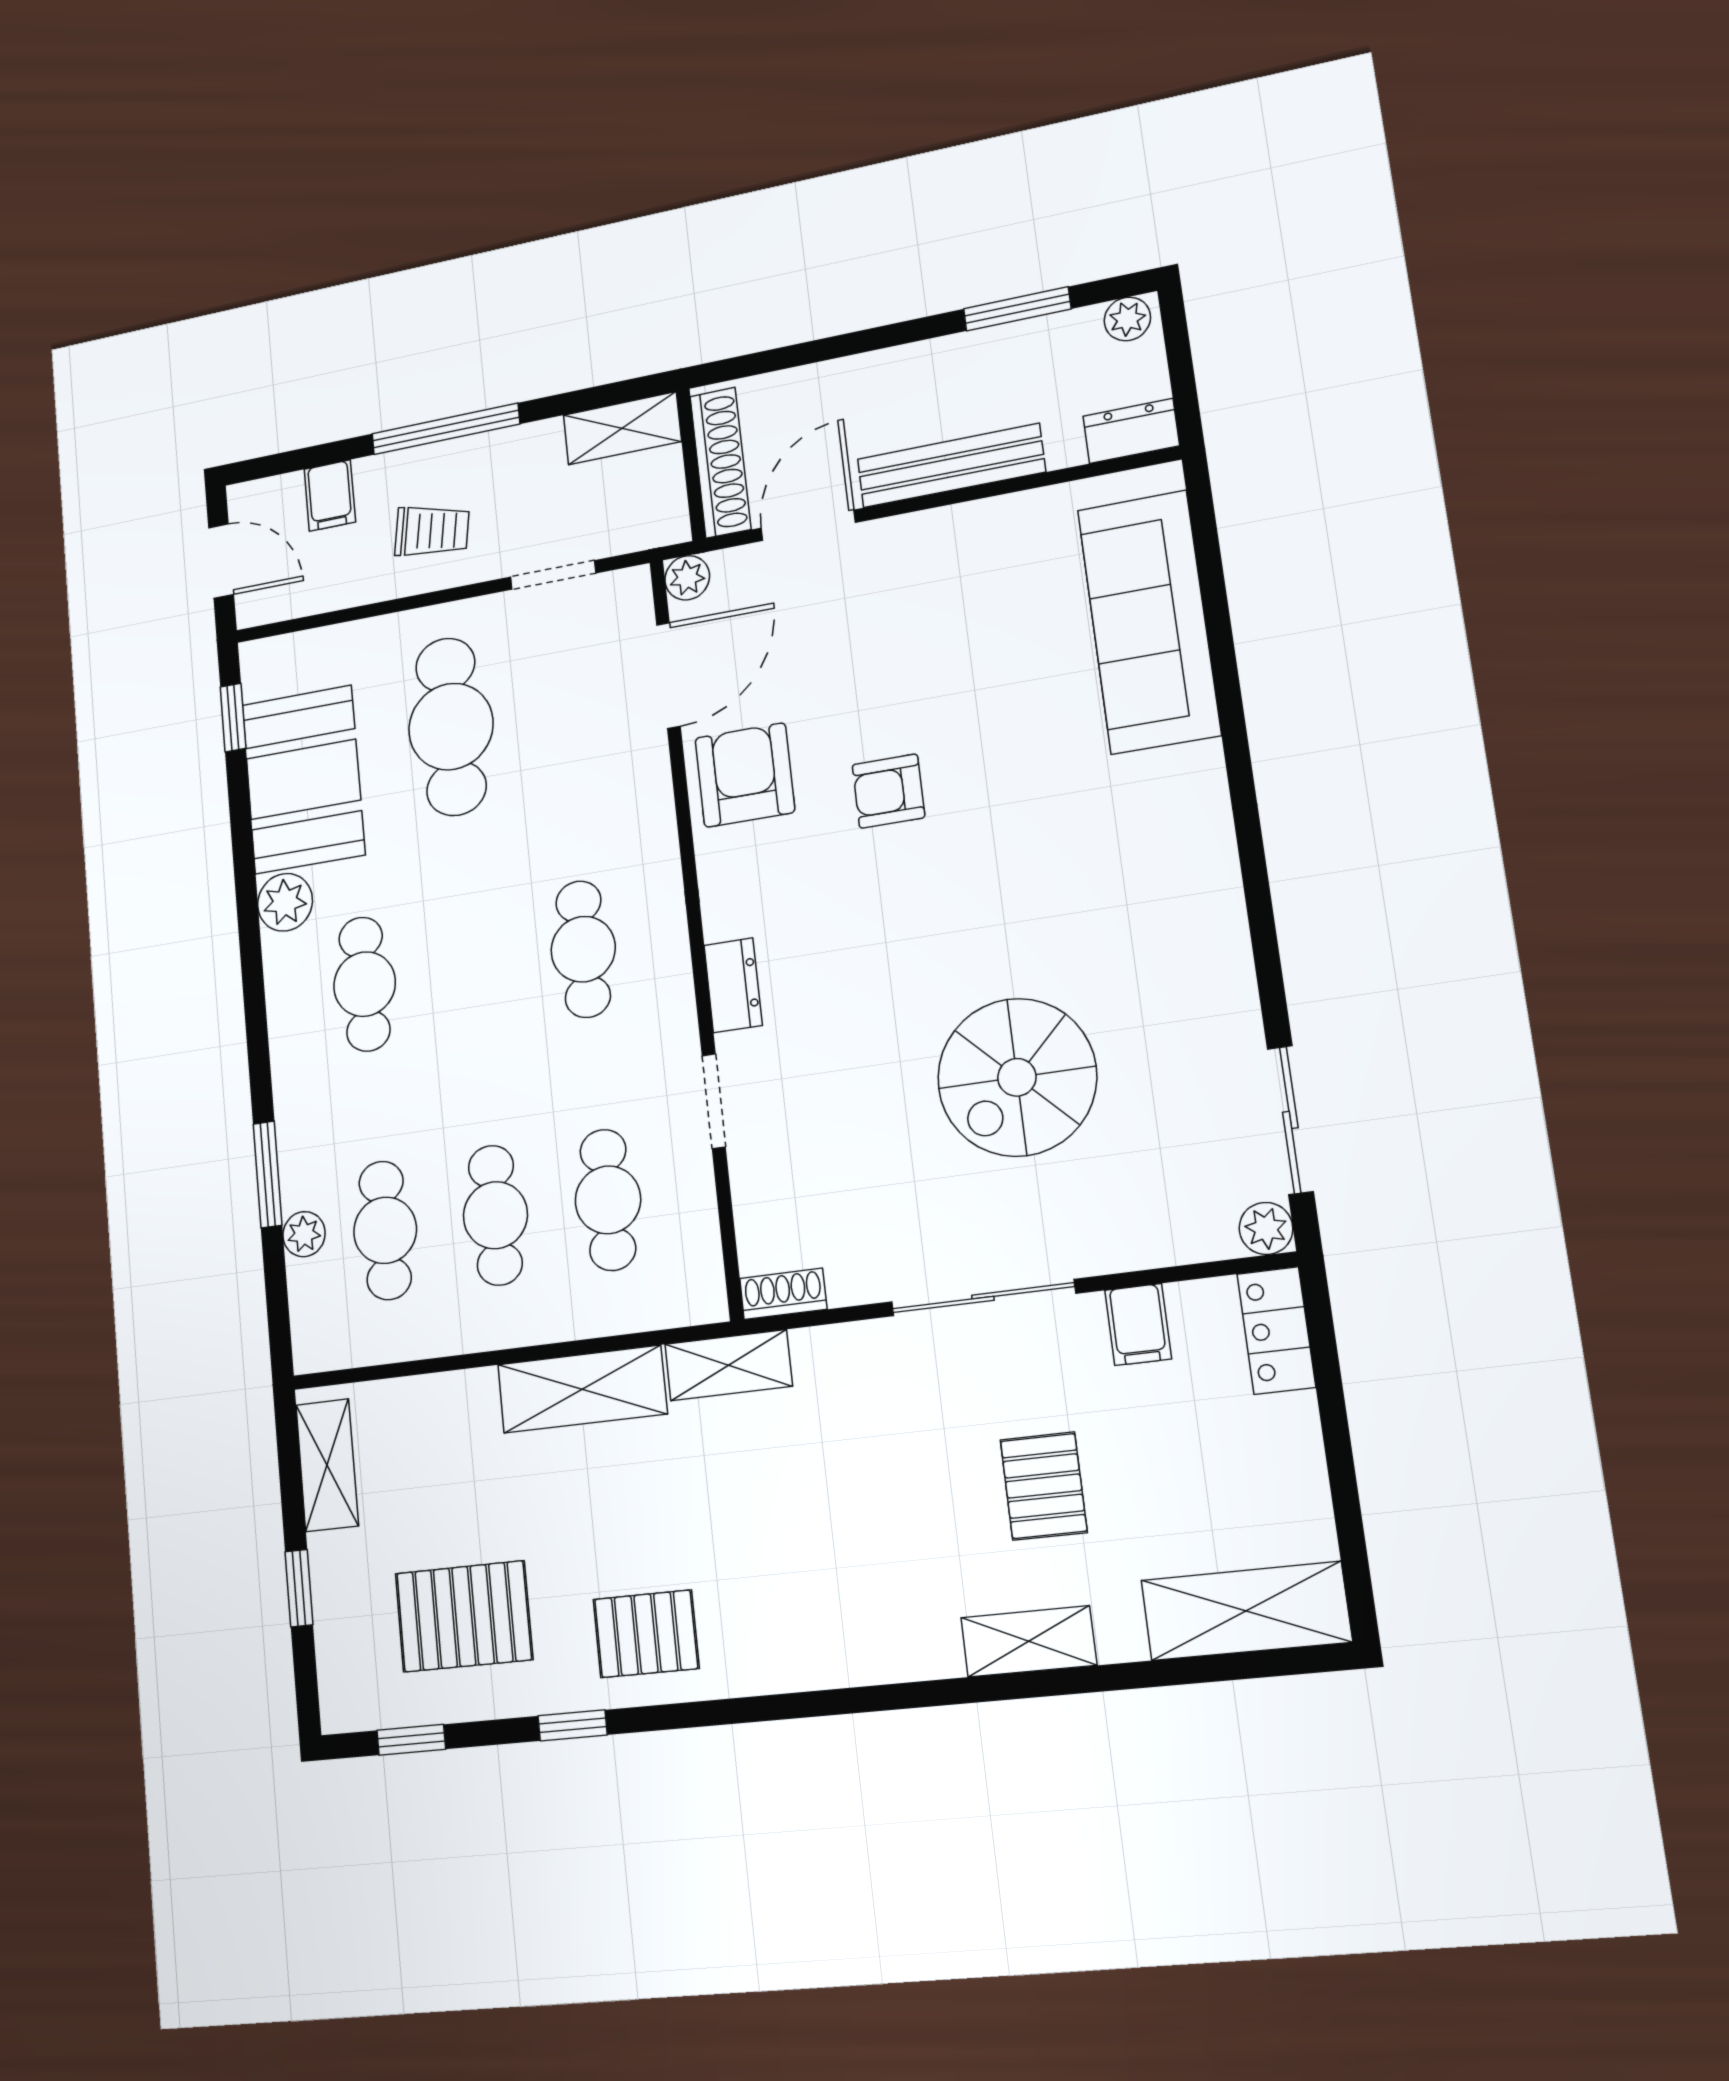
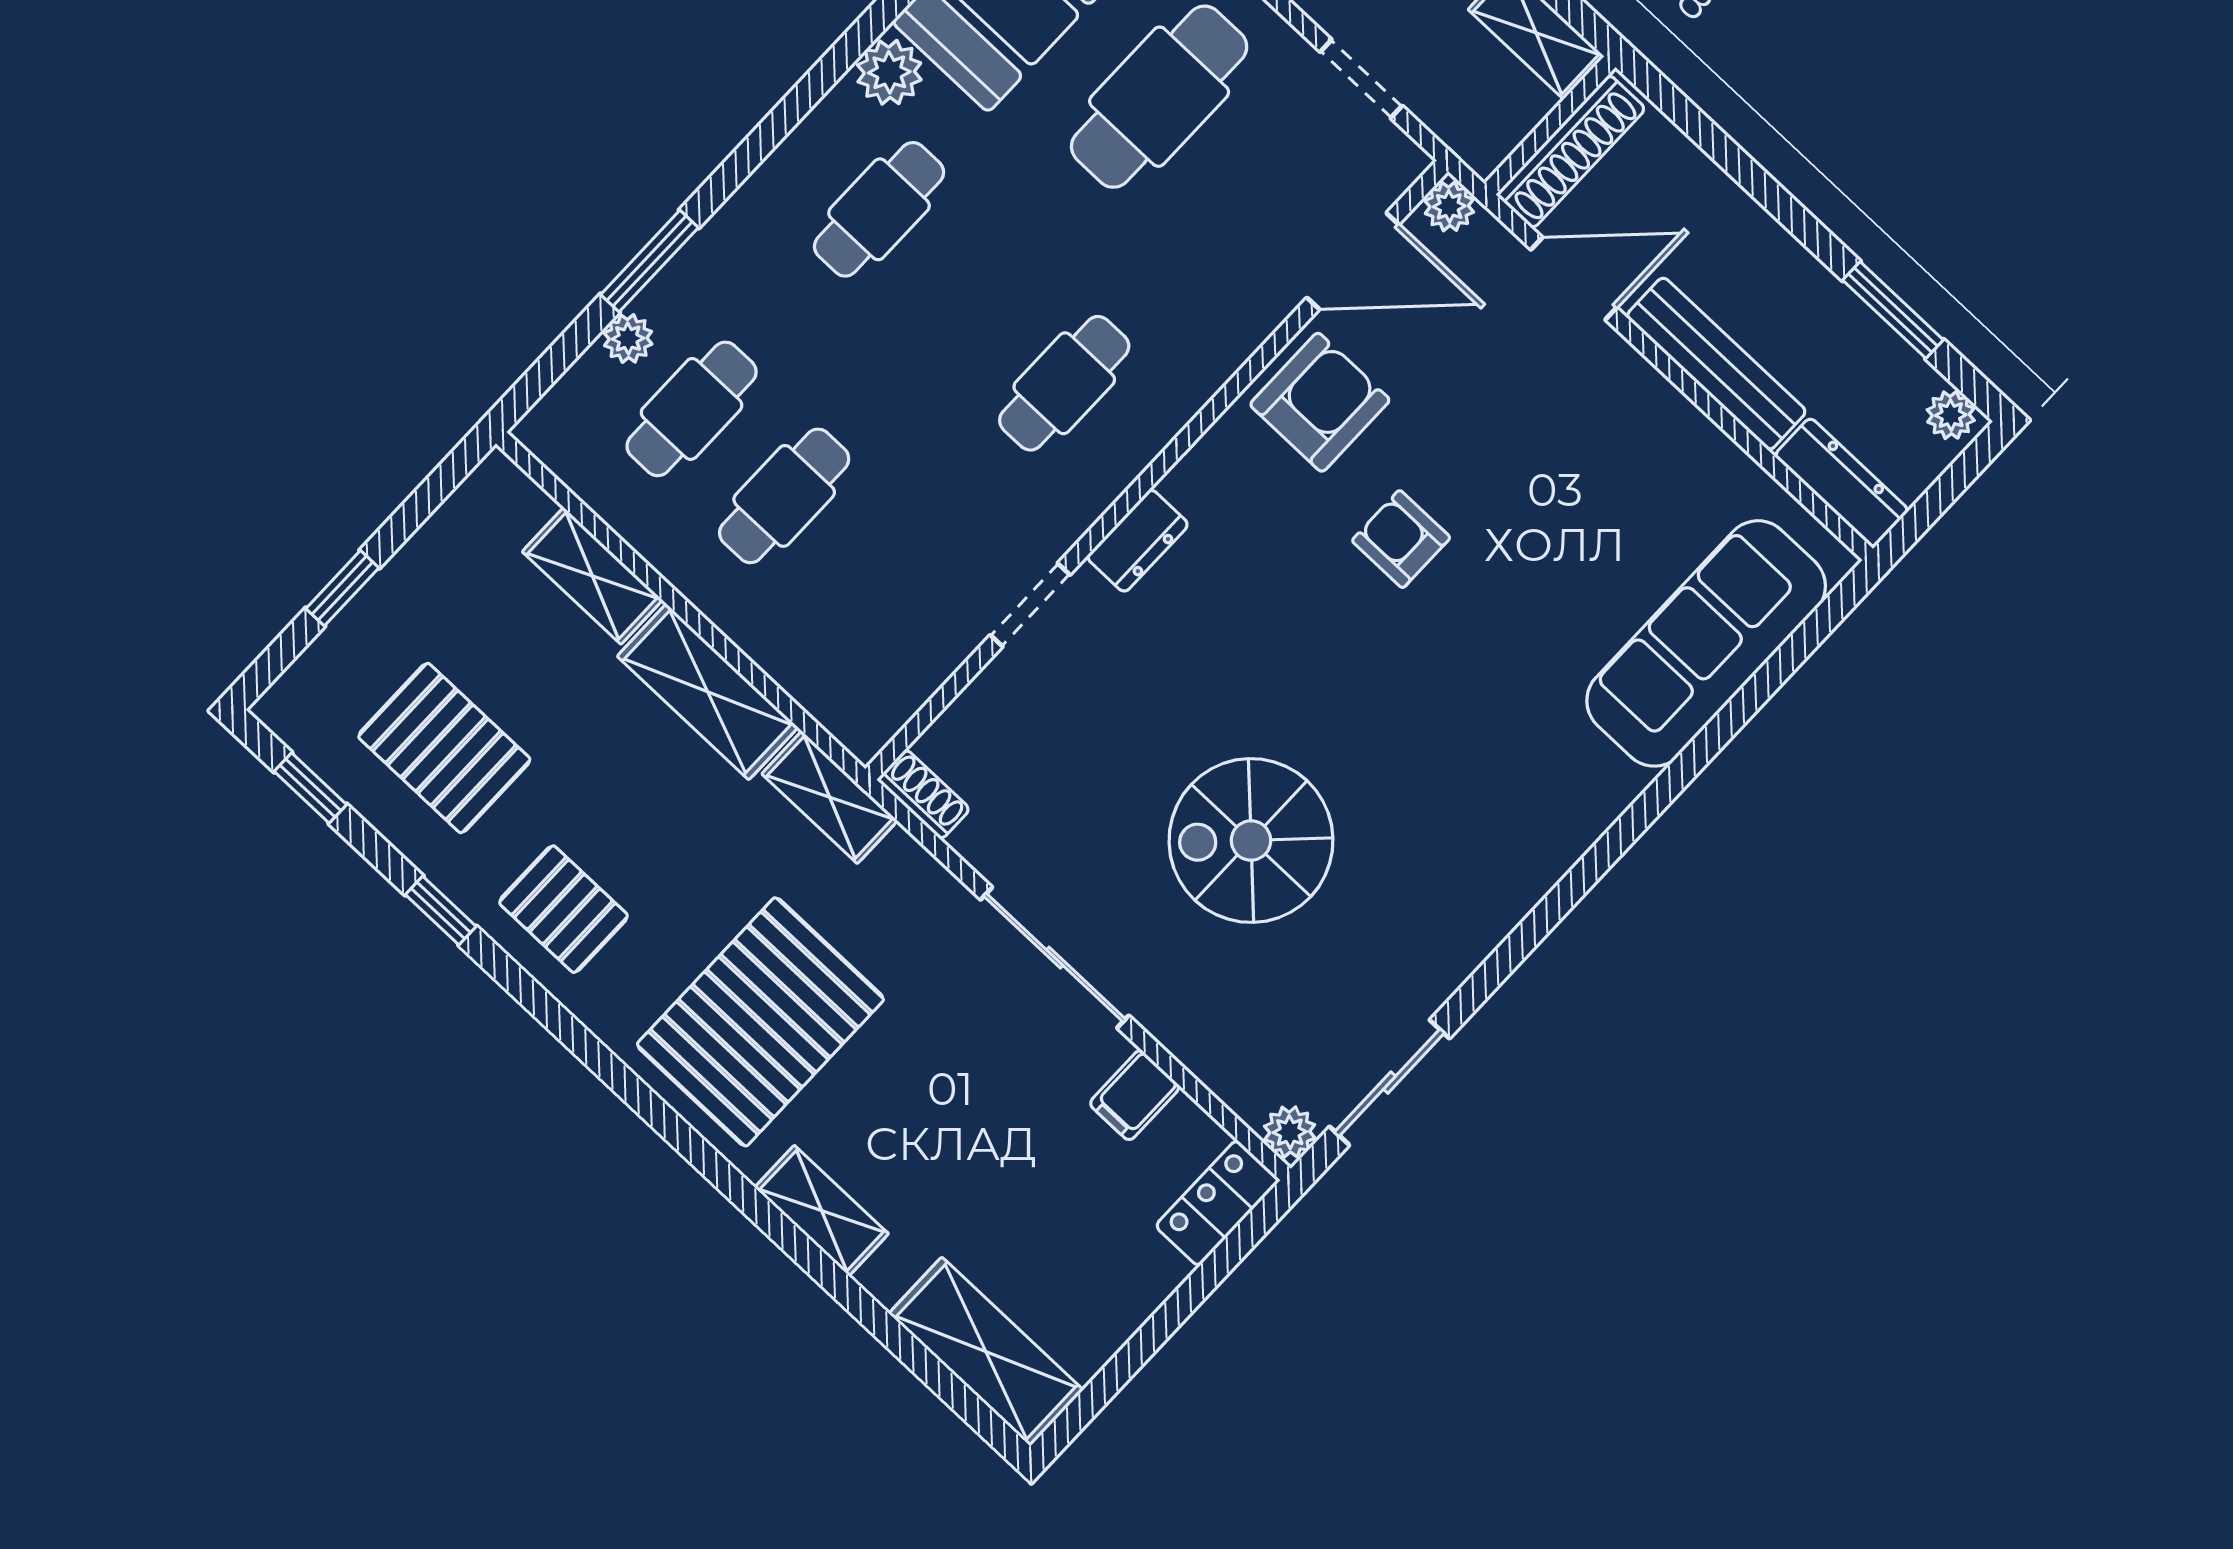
dresser: (1131, 431) -> (1842, 483), width x1.44
cafe table: (608, 1200) -> (877, 583), removed
shelving: (327, 1465) -> (592, 576), moved, turned 90
pallet: (1044, 1486) -> (760, 1022), moved, width x2.05, depth x2.00

